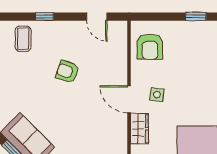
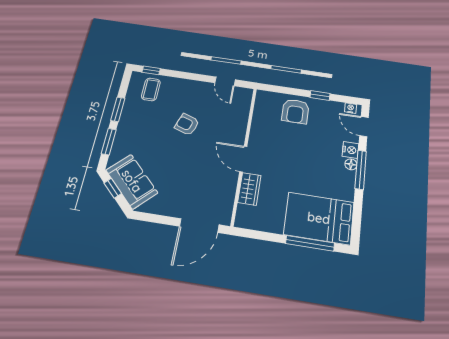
window: (44, 17) -> (151, 70), moved
armchair: (150, 47) -> (295, 111), moved
side table: (157, 95) -> (272, 159), removed

